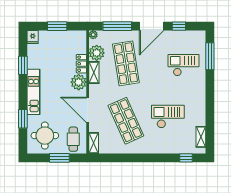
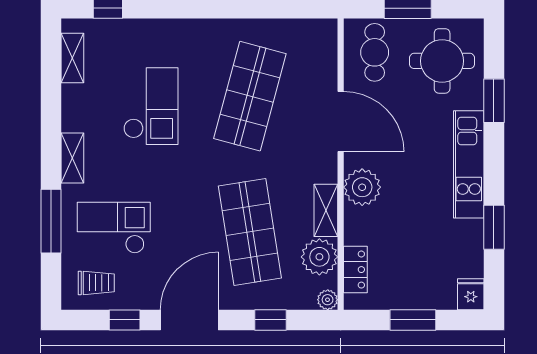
window: (117, 26) -> (270, 320), width x0.46
trolley: (191, 42) -> (96, 283), added
window: (210, 56) -> (51, 221), moved
locker: (81, 64) -> (355, 270), moved
checkout: (184, 65) -> (114, 228), turned 180
checkout: (168, 117) -> (151, 106), turned -90
shop shelf: (126, 121) -> (250, 96), turned 39
shelving: (94, 143) -> (72, 158), moved

